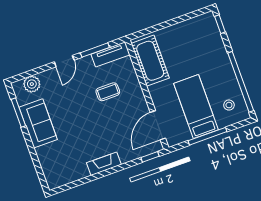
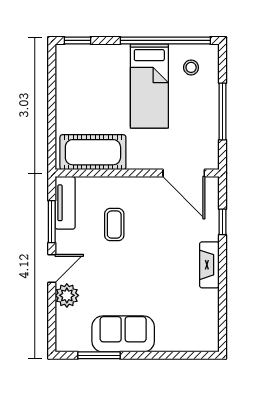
door: (64, 61) -> (52, 268), hinge flipped
plant: (32, 84) -> (67, 295), moved
bed: (196, 107) -> (149, 86), moved, turned -90
window: (150, 157) -> (223, 222), moved

